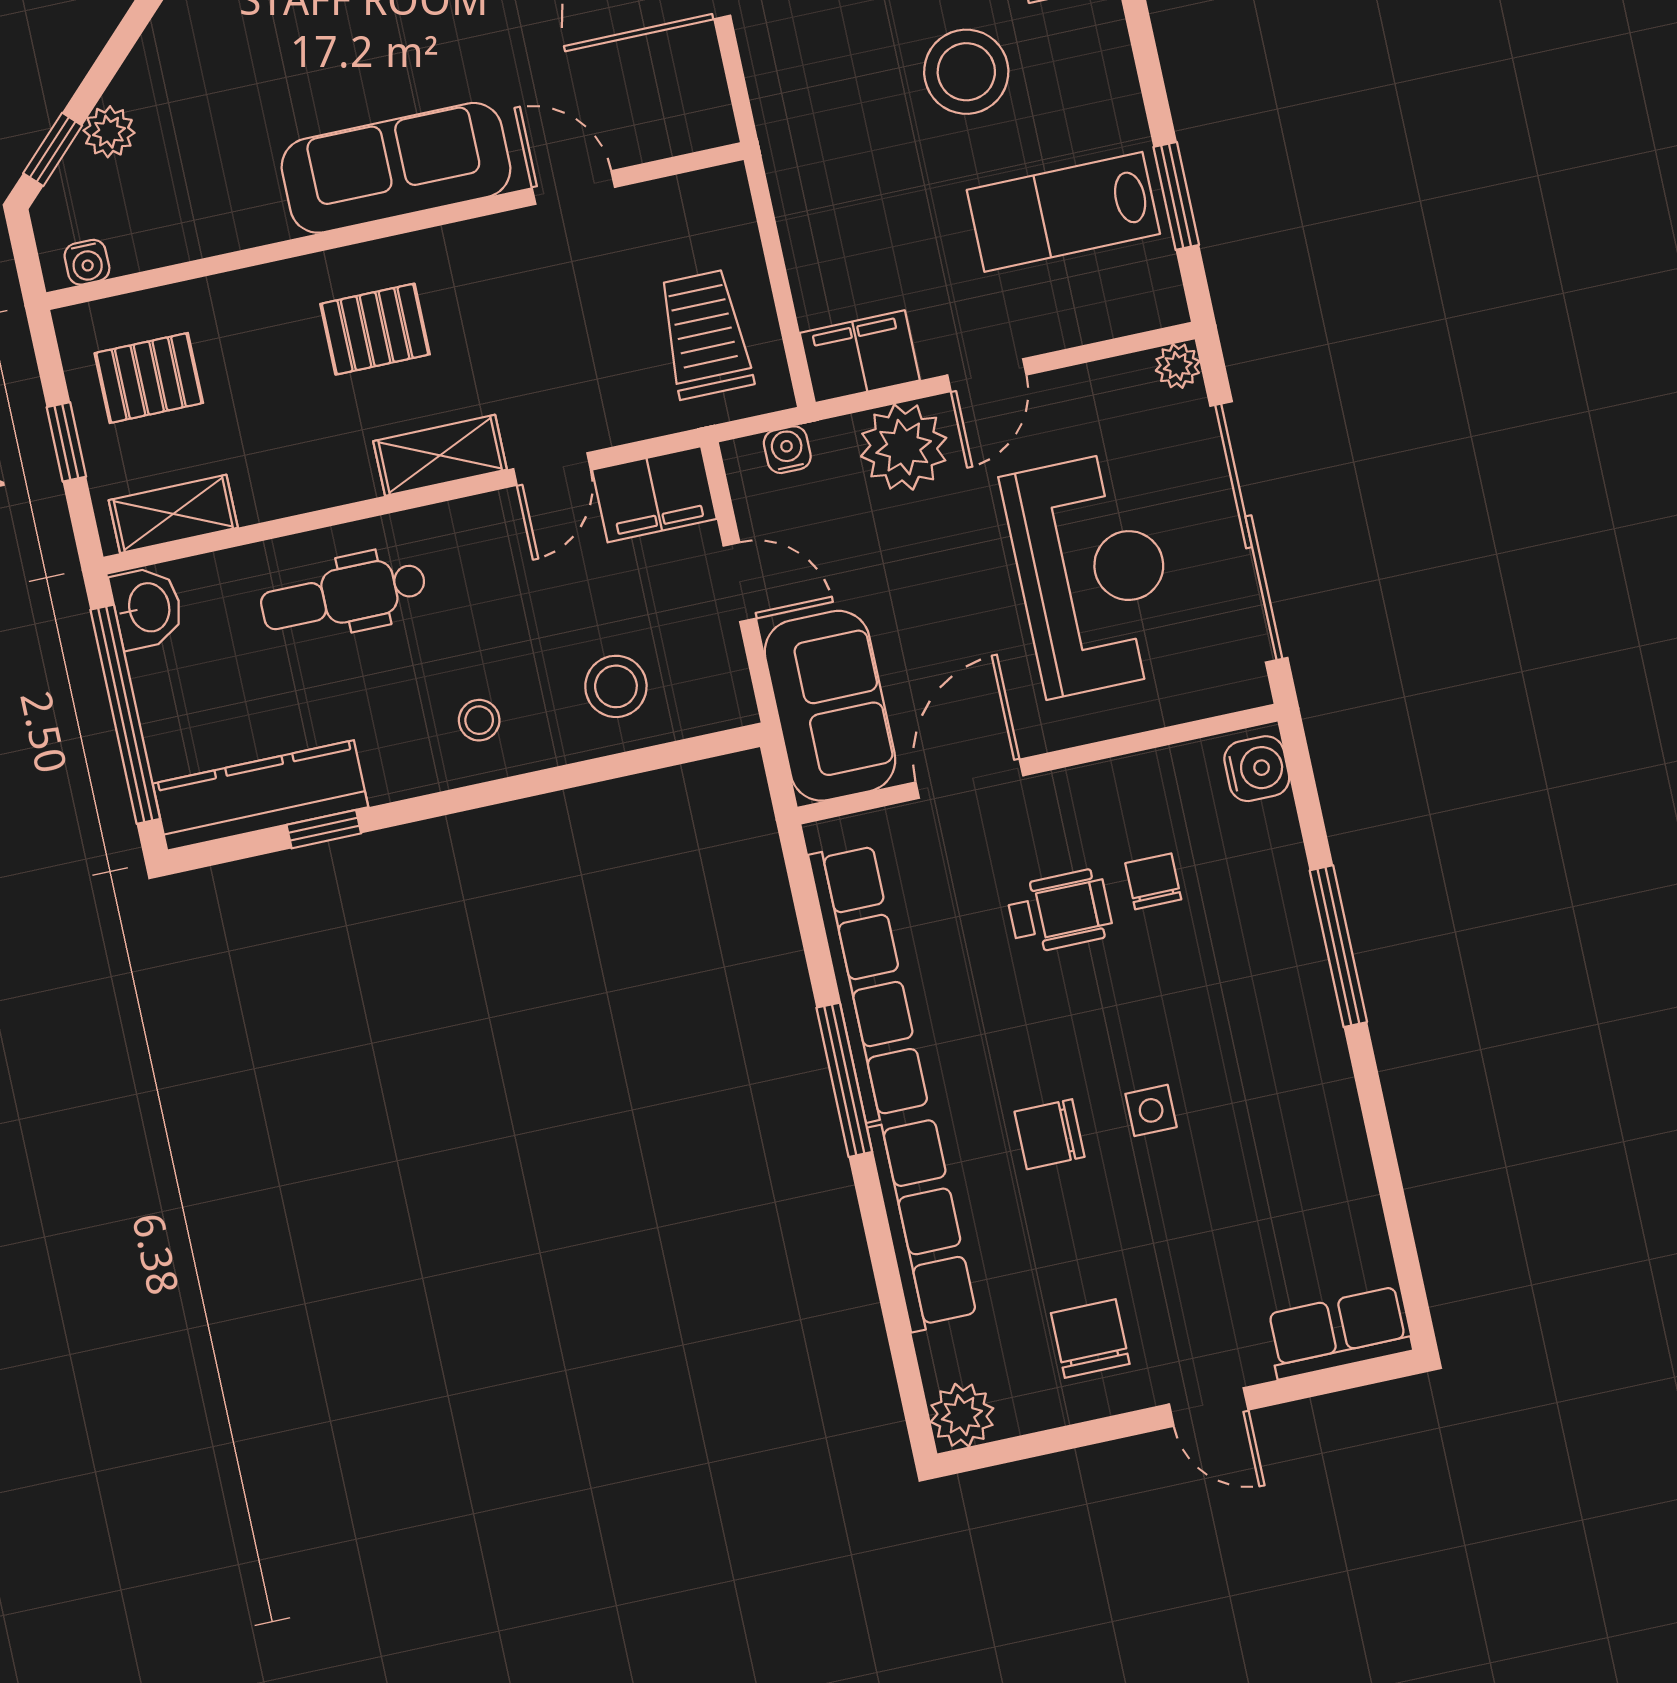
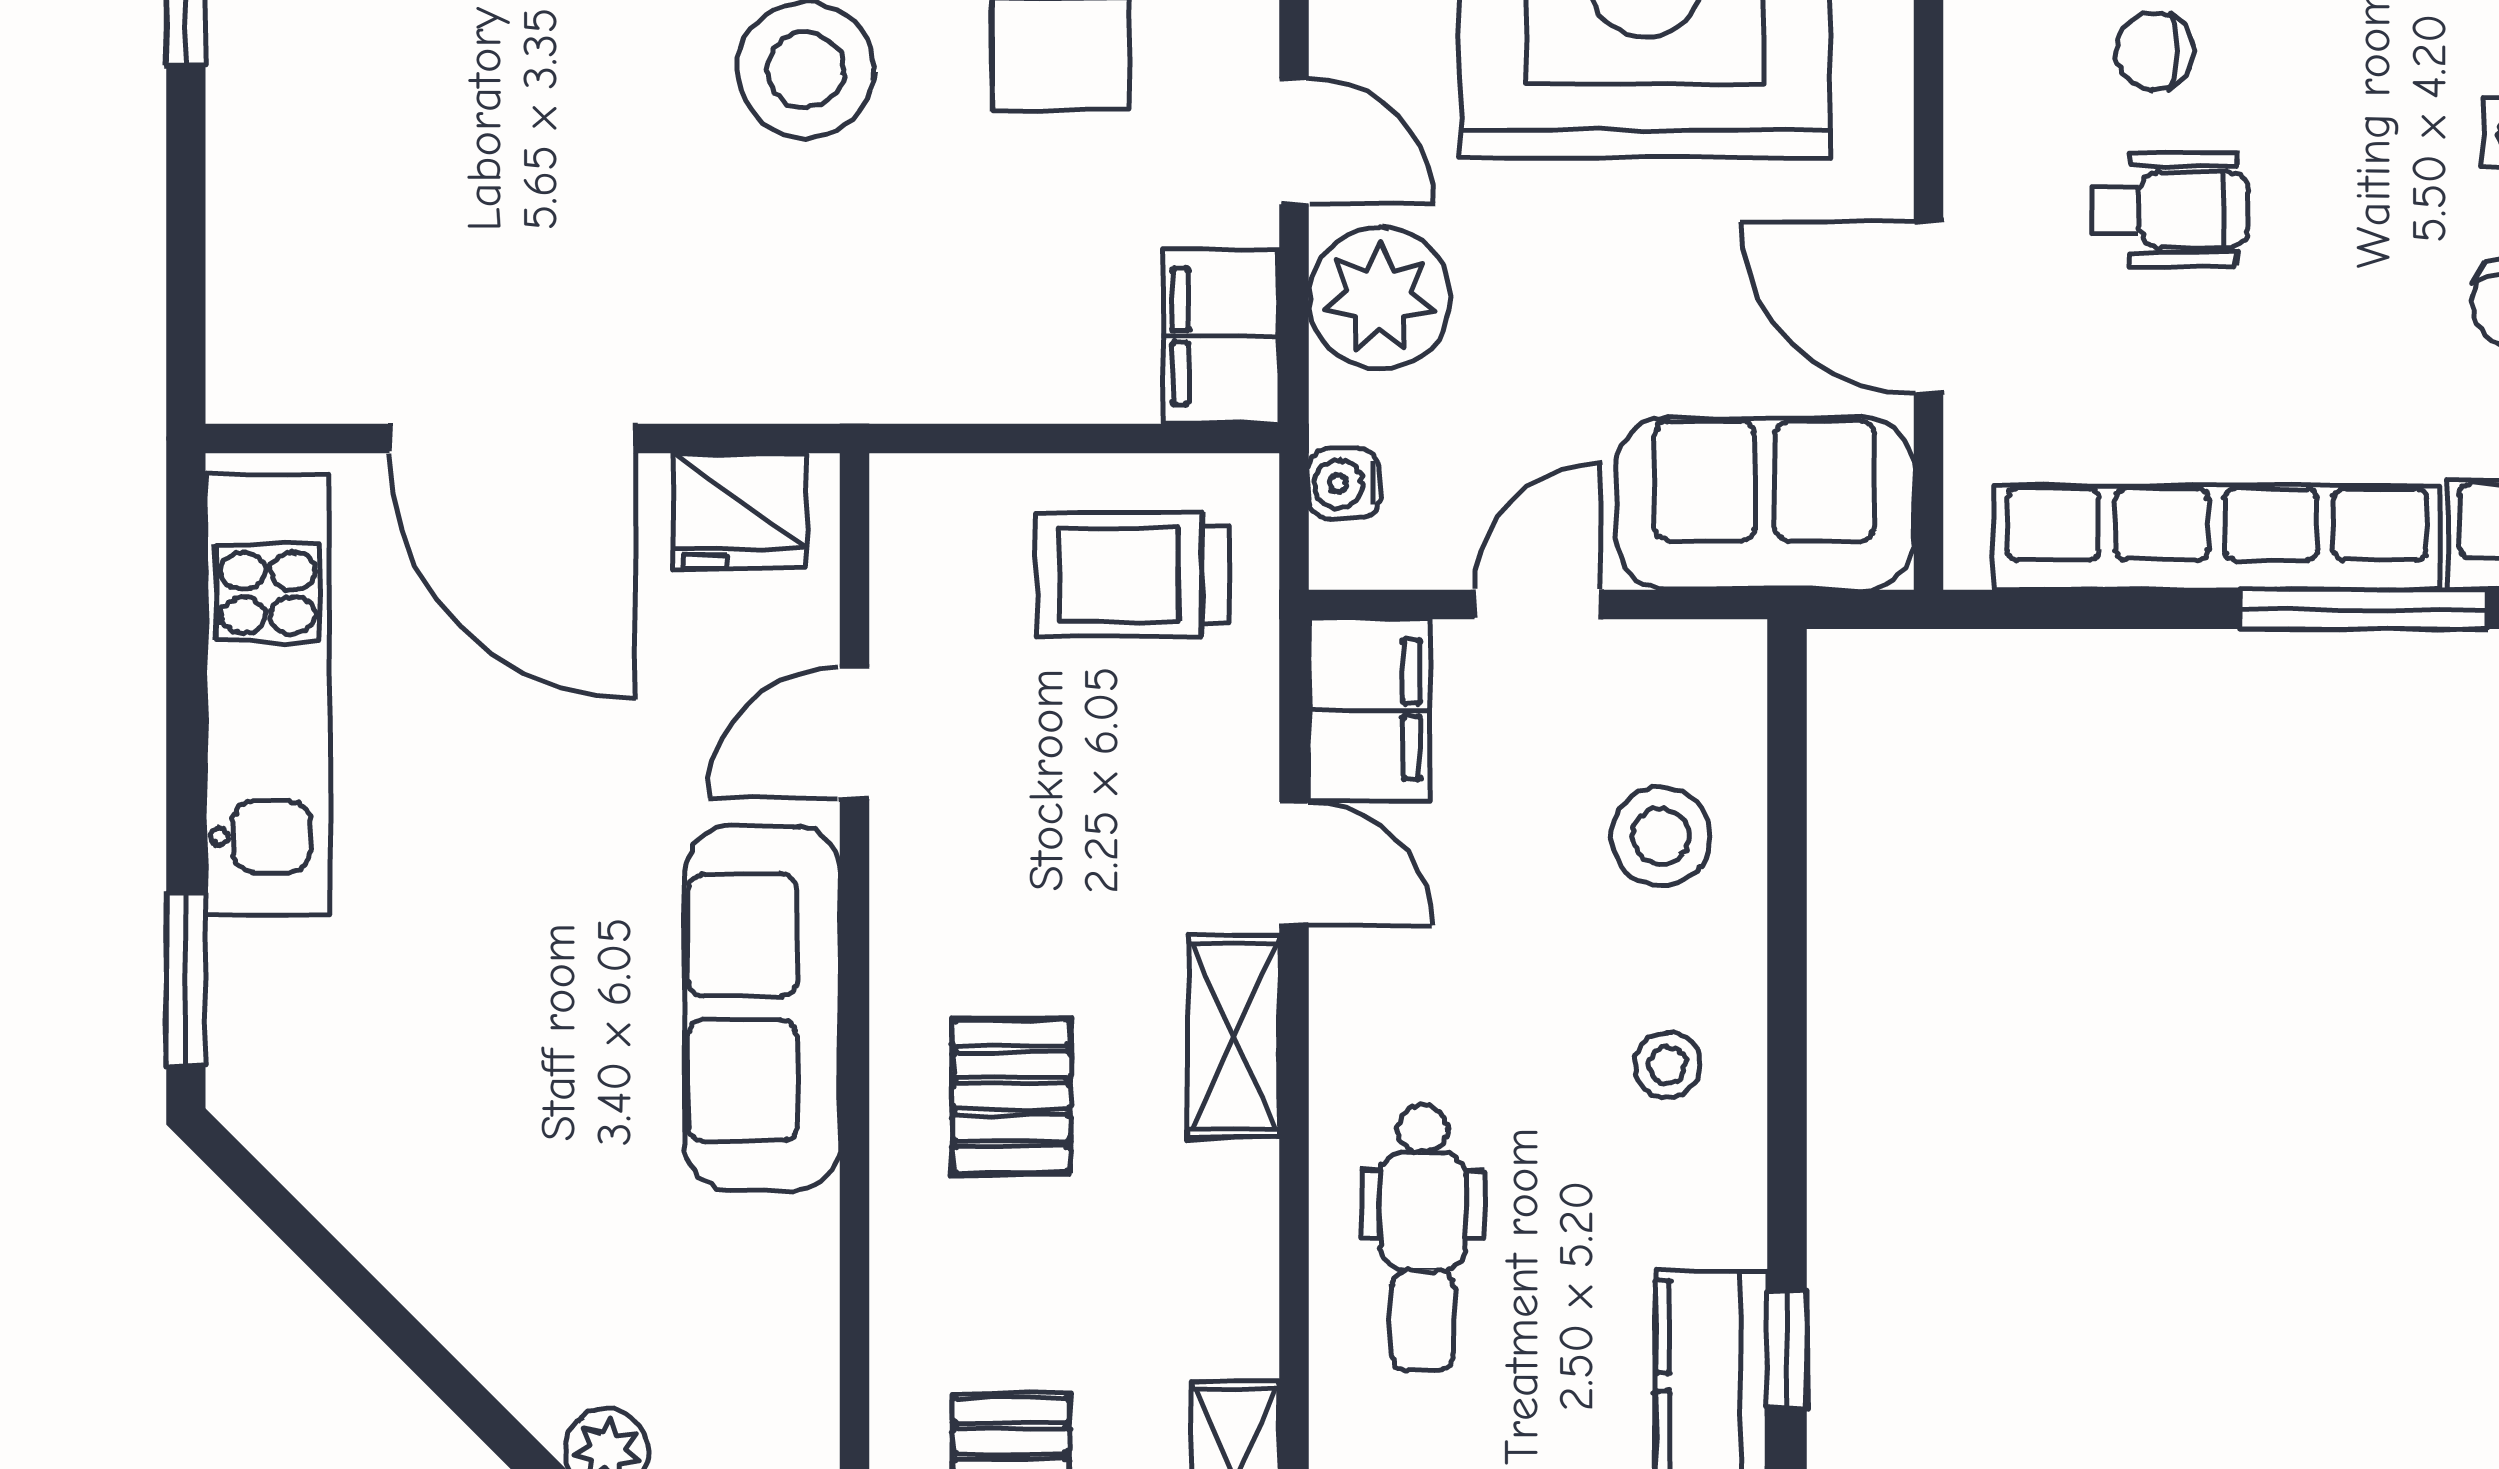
fridge: (692, 89) -> (740, 511), added
wheelchair: (1060, 911) -> (2170, 210), turned 90

